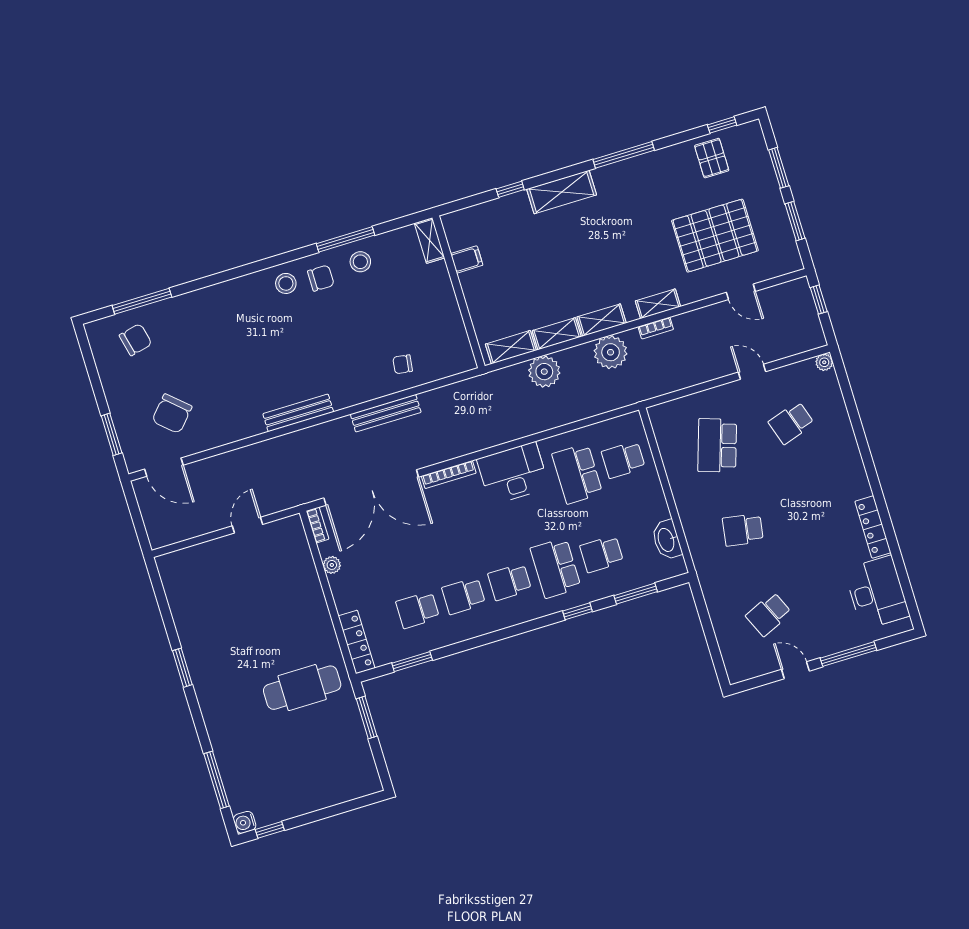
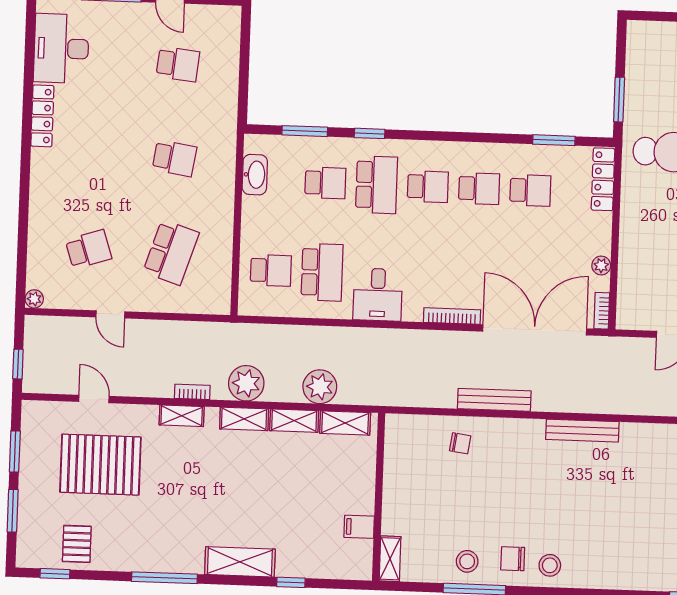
desk: (513, 473) -> (378, 295), width x0.73
school desk: (769, 614) -> (178, 64), turned 30

